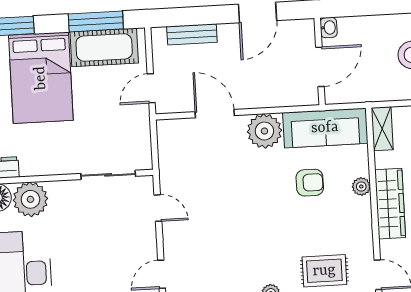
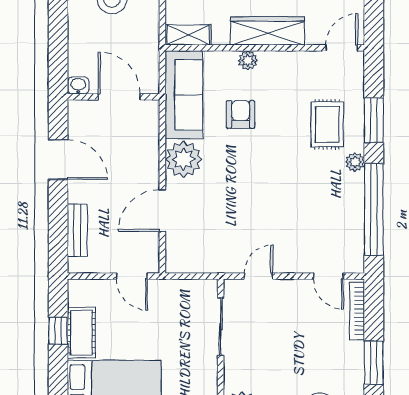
window: (96, 21) -> (58, 331), width x0.46
cot: (104, 47) -> (81, 333), width x0.73, depth x0.75
rug: (324, 271) -> (327, 124), moved

